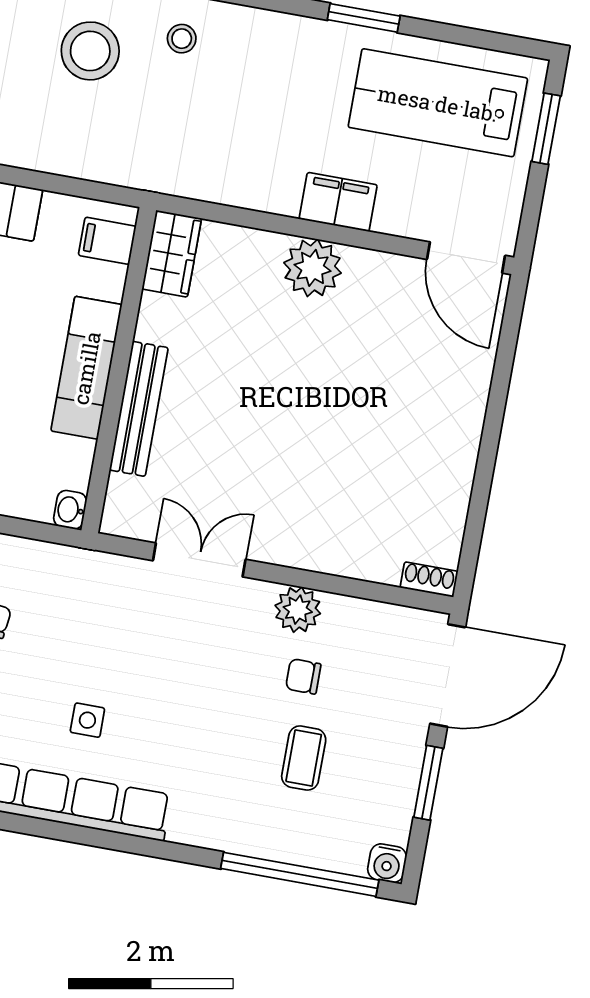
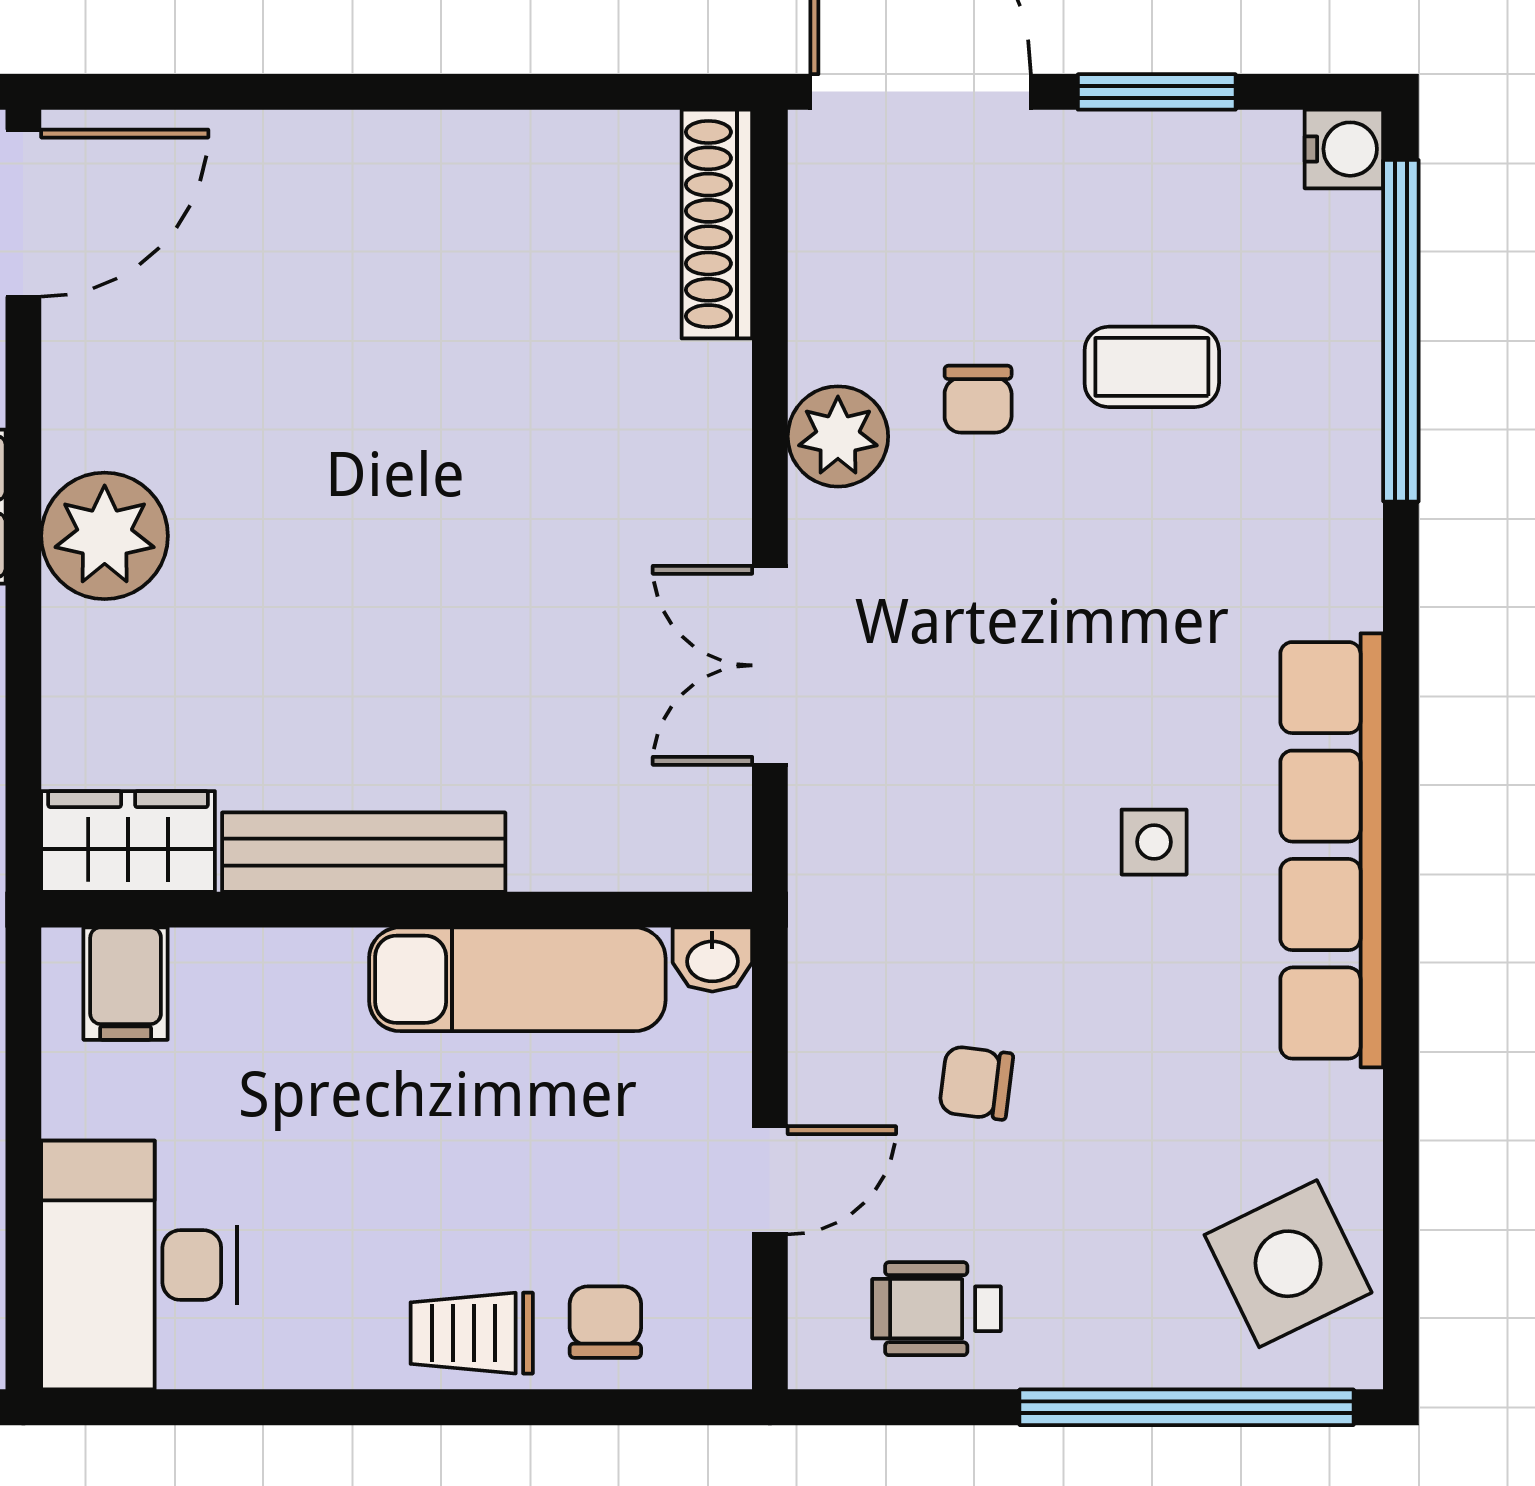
exam couch: (86, 368) -> (517, 979), moved
bench: (139, 409) -> (364, 852), moved
shoe rack: (429, 580) -> (717, 224), width x1.94, depth x1.24

